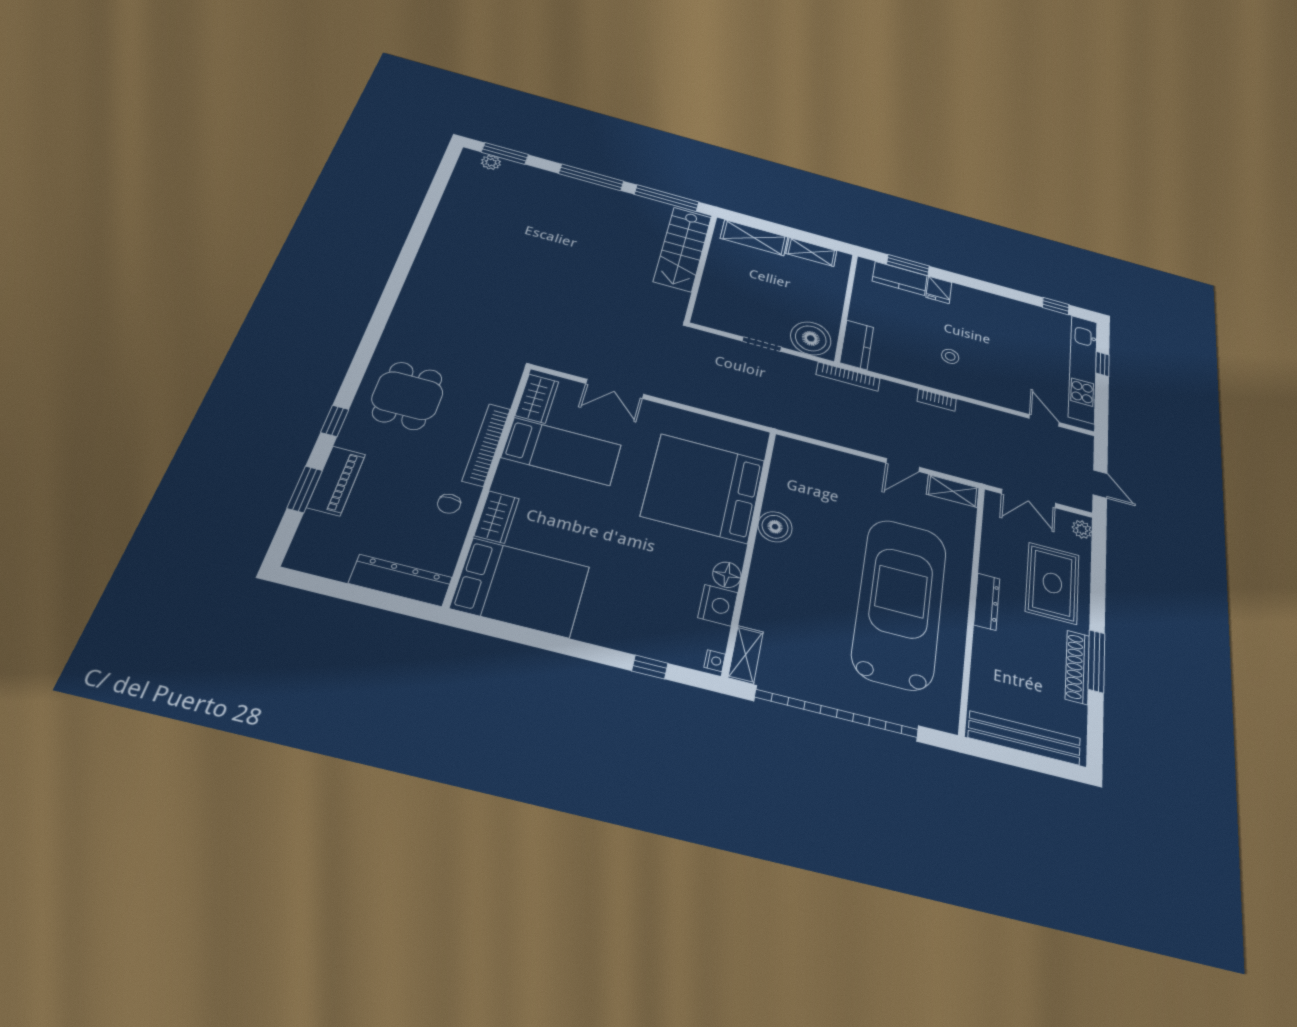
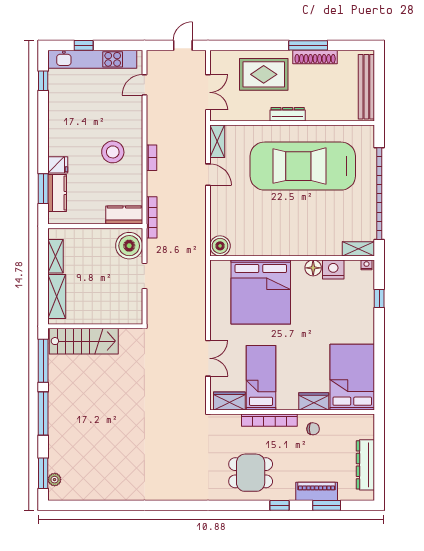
stool: (950, 356) -> (113, 152), width x1.89, depth x1.89
boiler: (775, 527) -> (220, 246), moved
plant: (1082, 529) -> (220, 57), removed
dresser: (401, 580) -> (365, 465), moved

